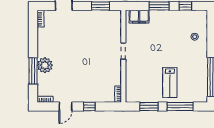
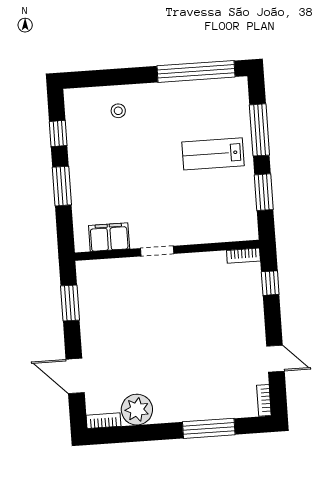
filing cabinet: (139, 17) -> (109, 237), moved, turned -90
plant: (45, 65) -> (137, 410), moved
lab bench: (170, 83) -> (213, 154), turned 180
window: (89, 107) -> (270, 283), moved

